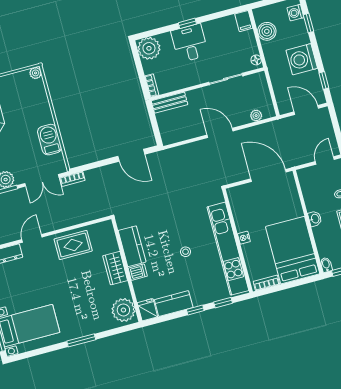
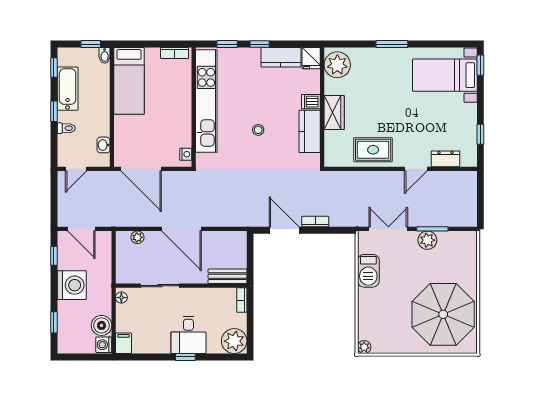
washing machine: (295, 13) -> (104, 345), moved, turned 180
door: (220, 133) -> (182, 229), width x1.36
bookcase: (72, 179) -> (315, 222), moved
washbasin: (315, 219) -> (104, 145), moved
nightstand: (244, 238) -> (186, 154), moved
bed: (293, 250) -> (129, 81), width x0.67
stool: (186, 252) -> (258, 130), moved

